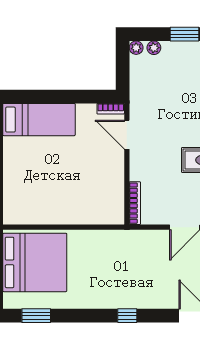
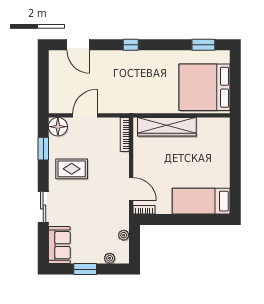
plant: (136, 48) -> (124, 235), moved
wardrobe: (82, 213) -> (167, 127), added

